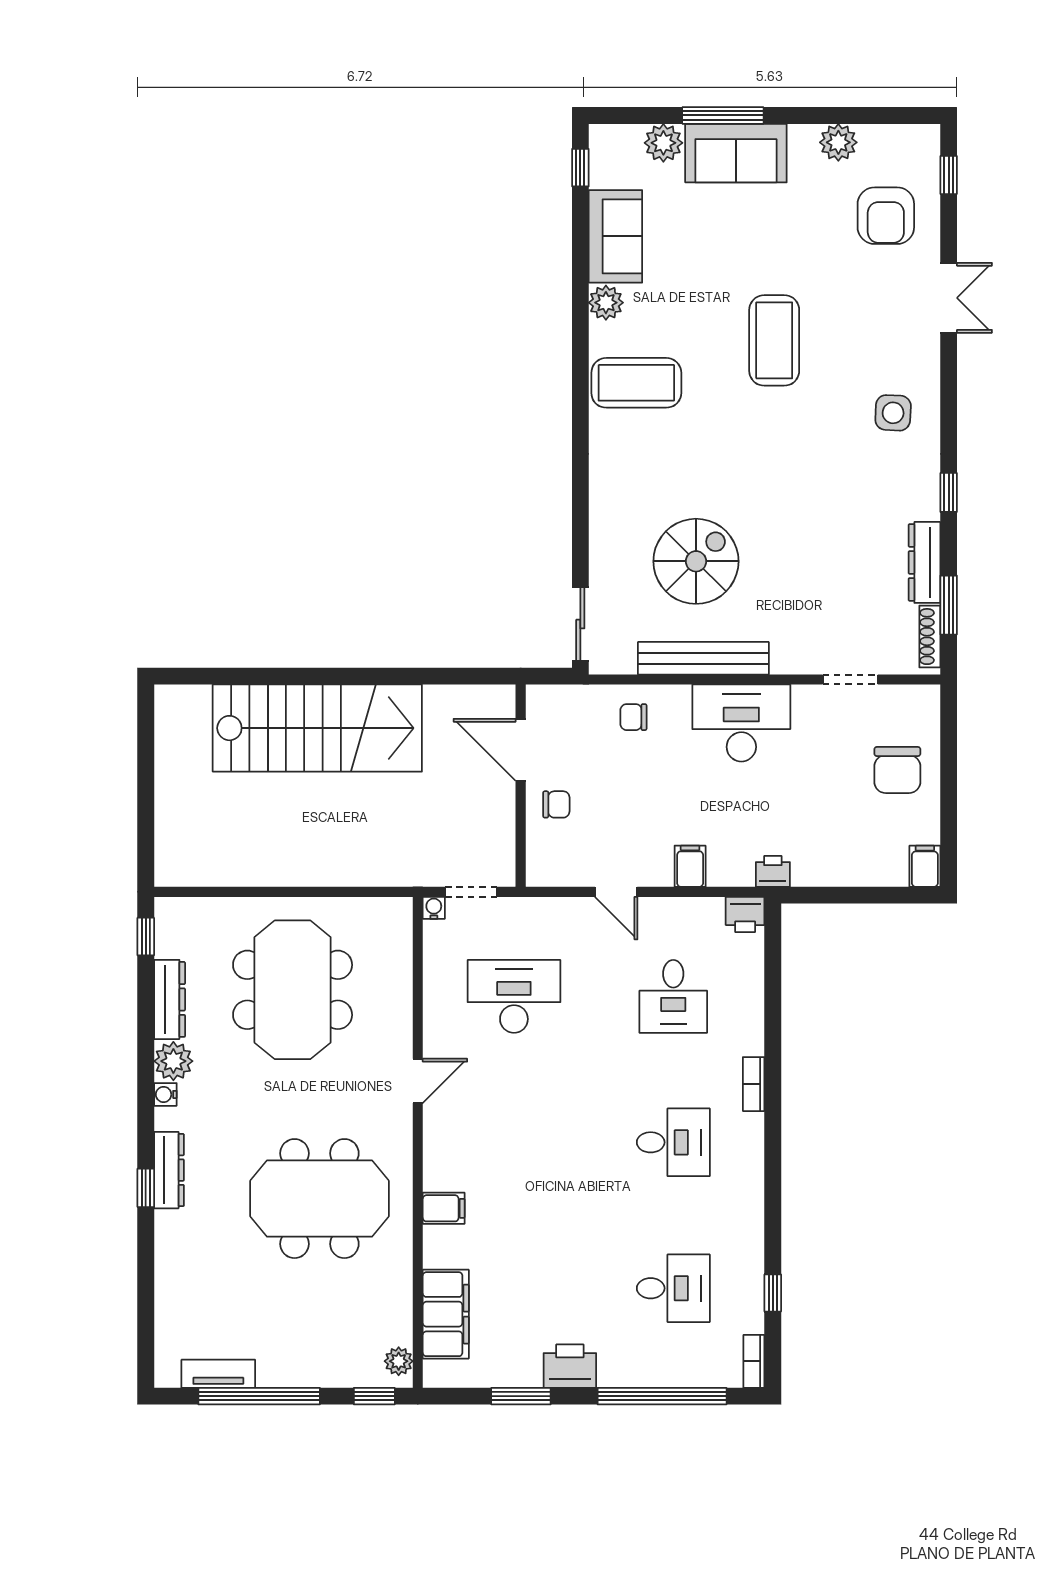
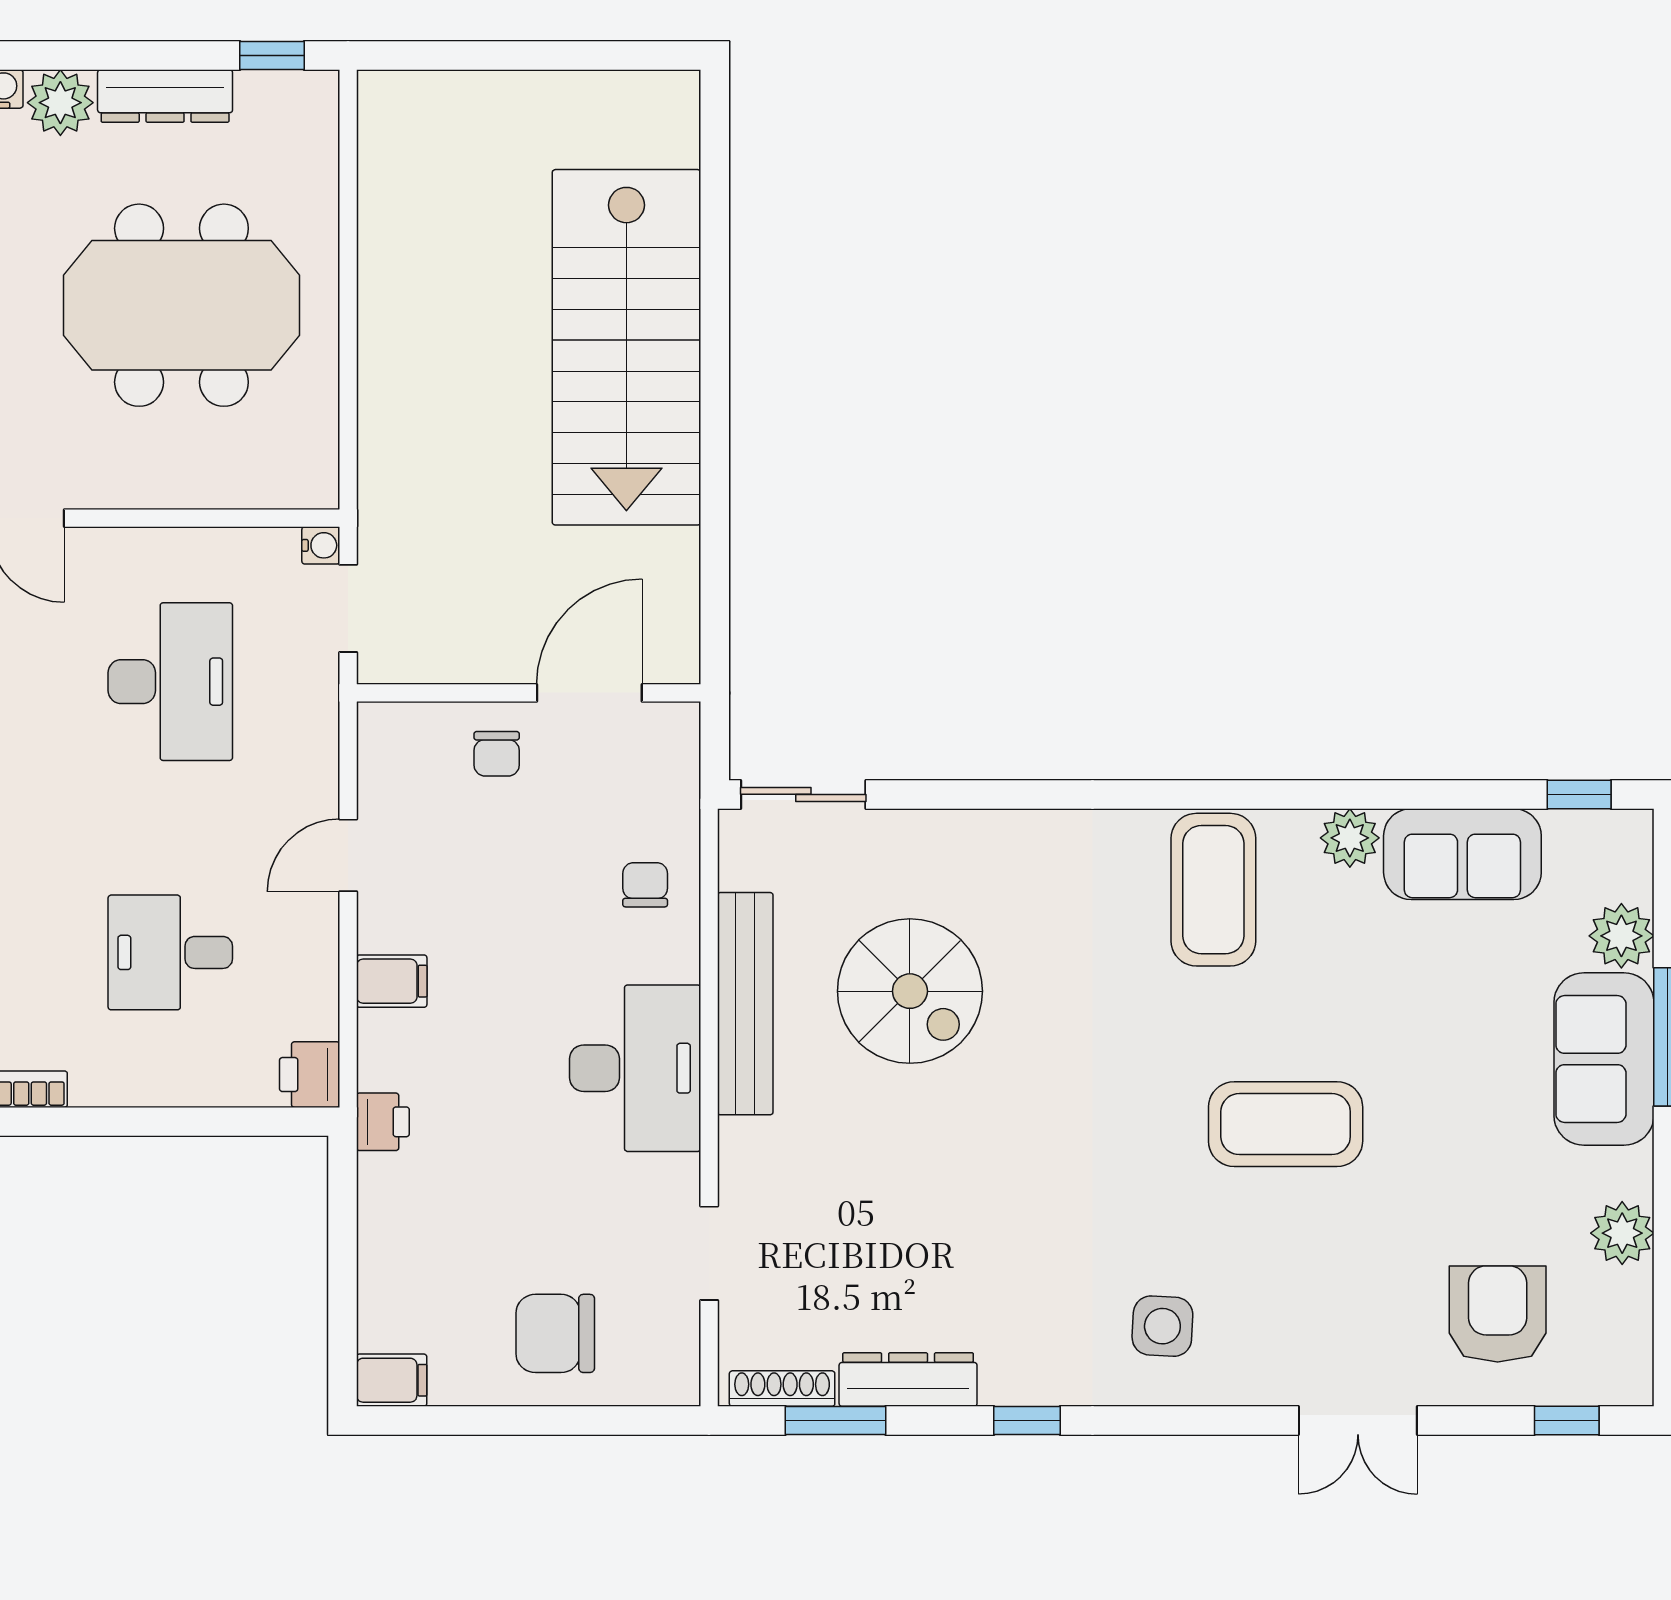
armchair: (886, 216) -> (1498, 1314), turned 90

